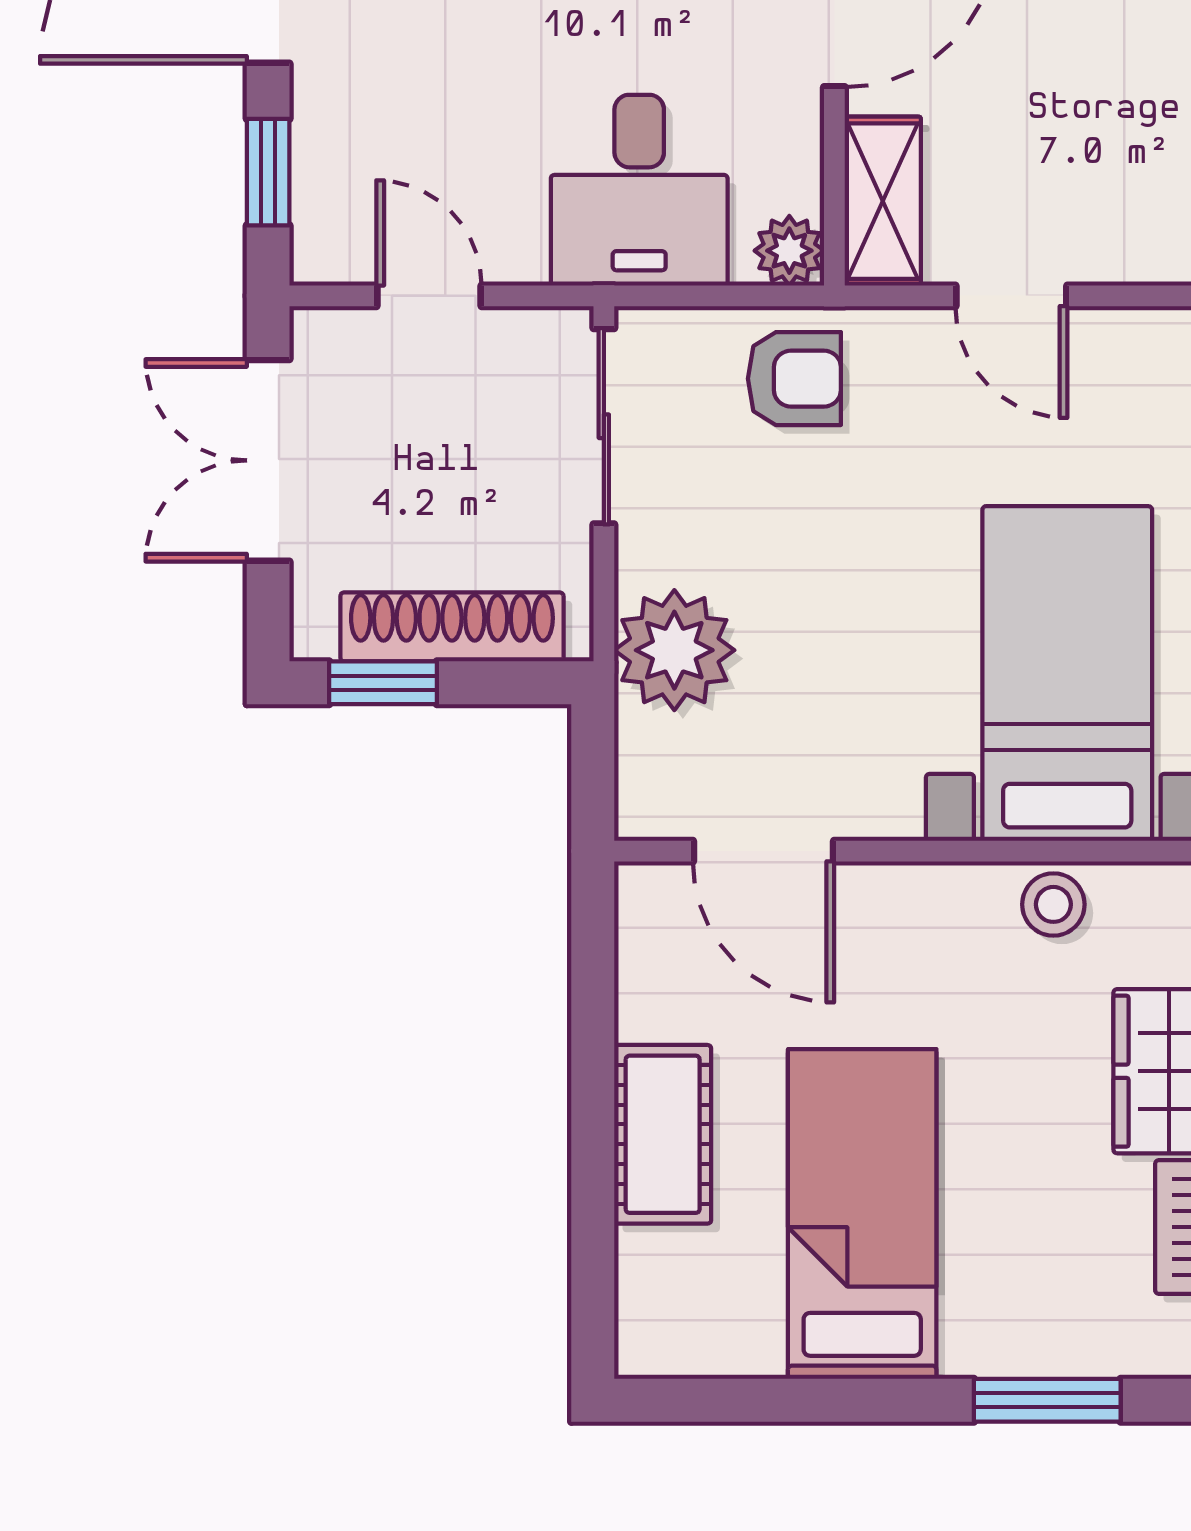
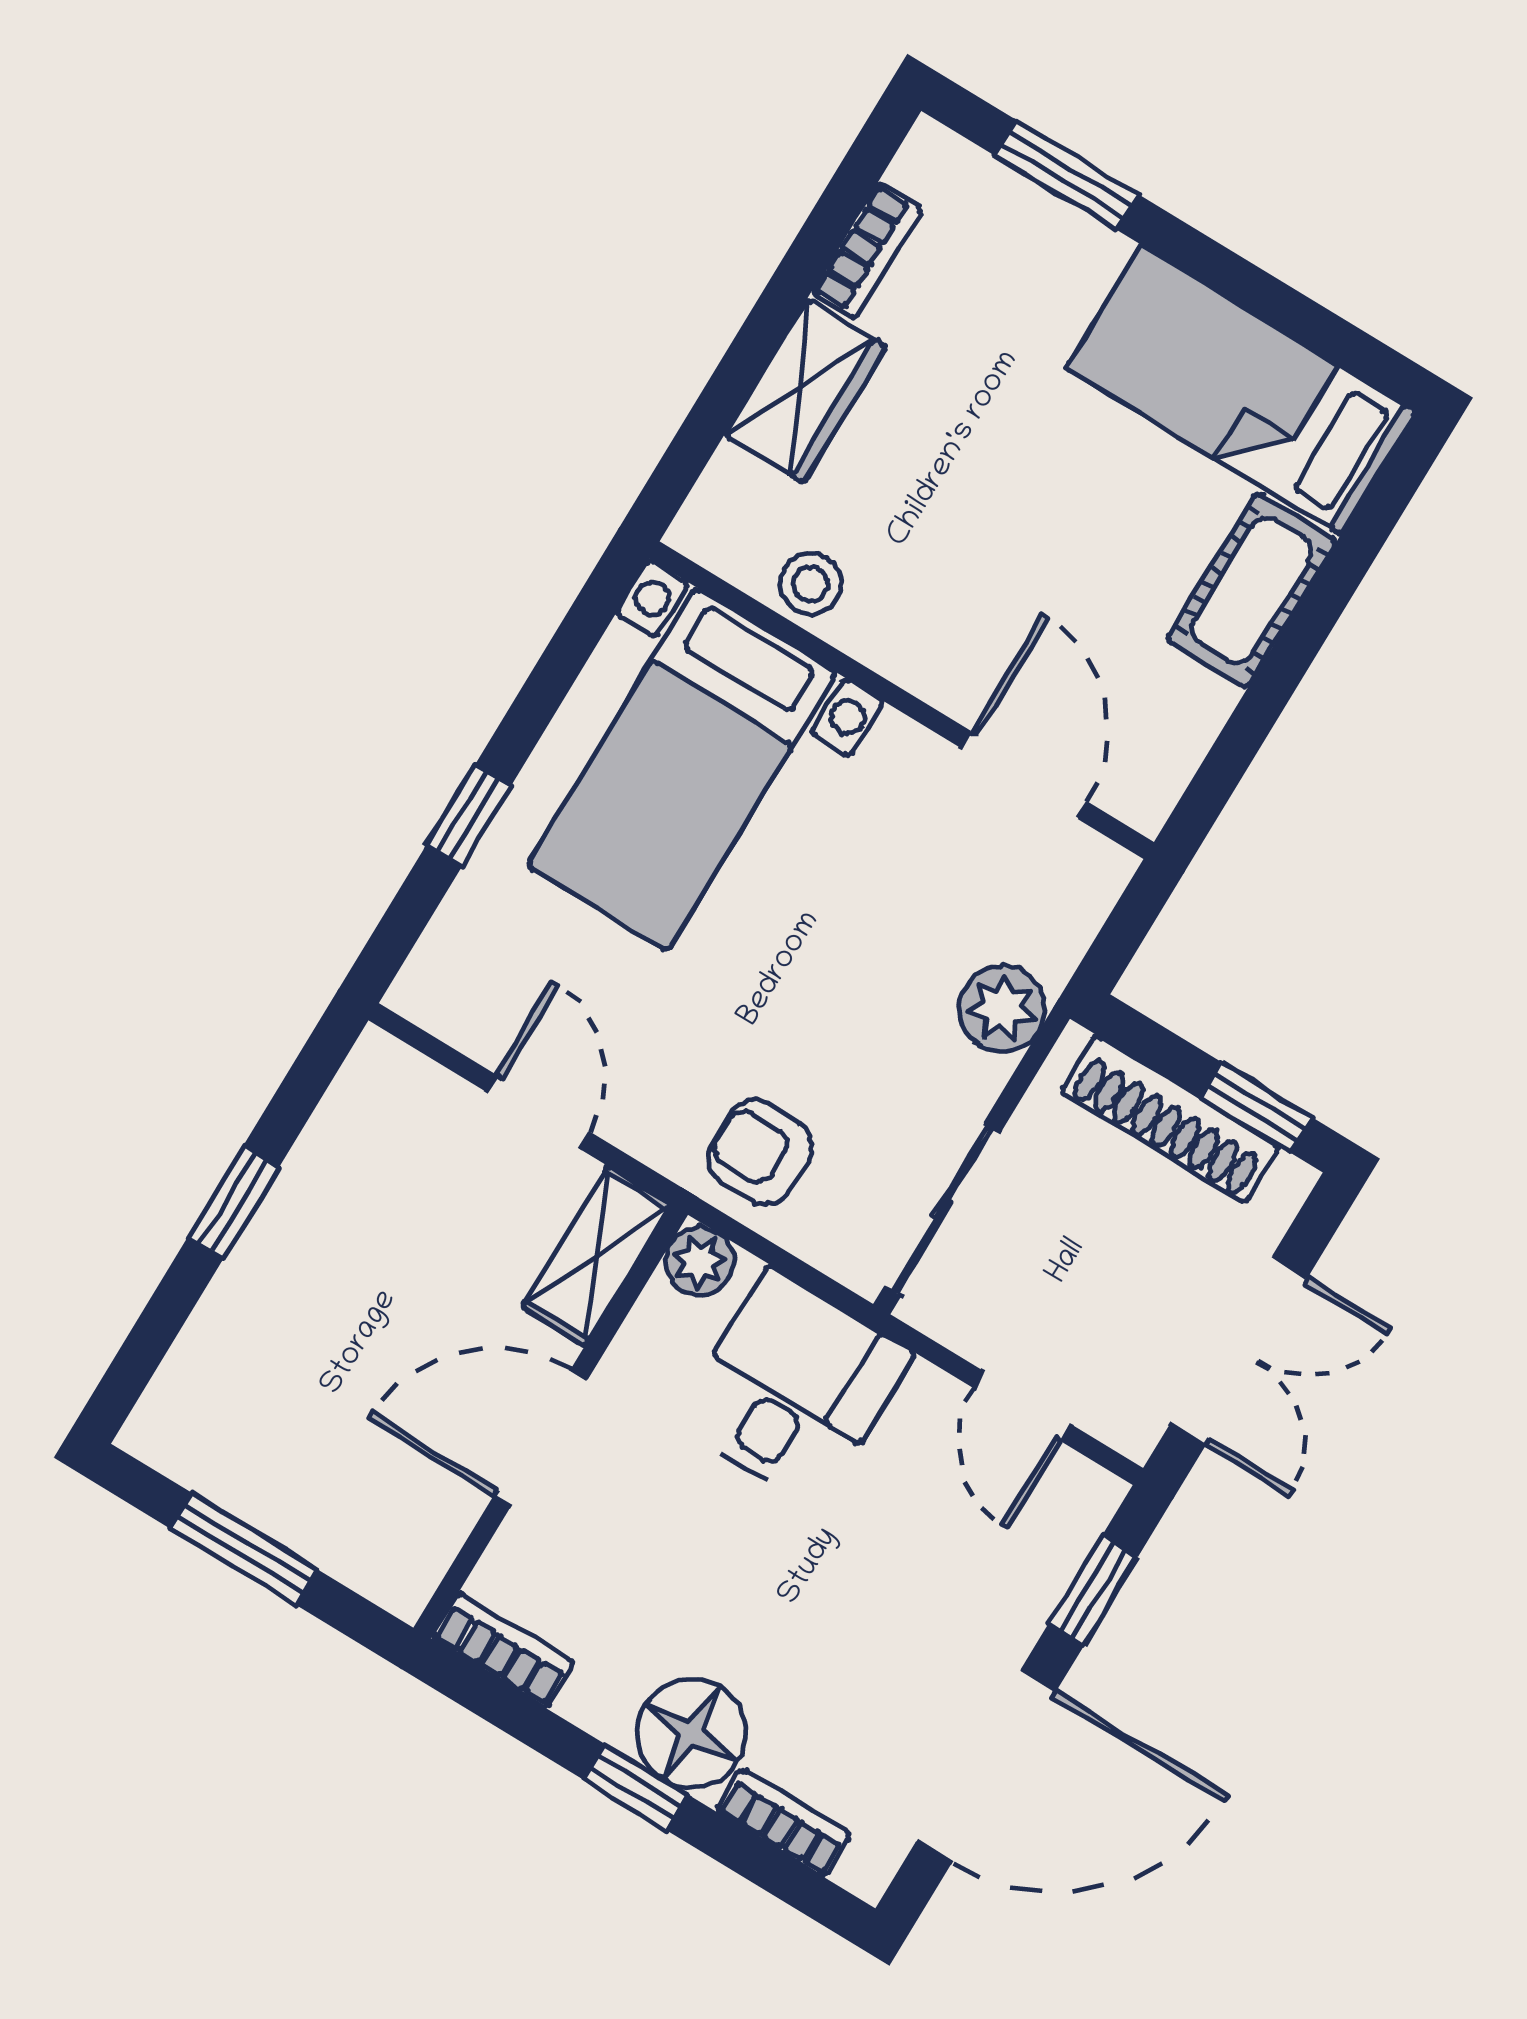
plant: (674, 650) -> (1002, 1009), width x0.73, depth x0.73
bed: (862, 1214) -> (1241, 390), moved, turned 90

